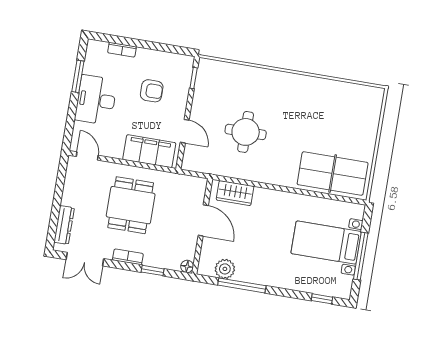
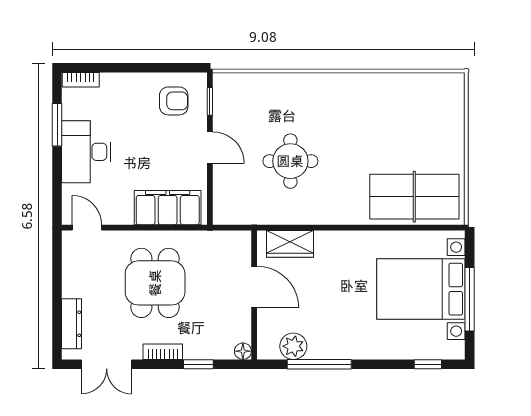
bookcase: (122, 50) -> (81, 80), moved
armchair: (152, 91) -> (174, 101), moved
door: (185, 131) -> (210, 147), moved
bed with nightstands: (326, 243) -> (421, 289), width x1.36

